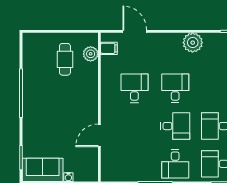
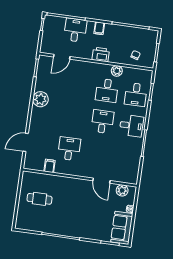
filing cabinet: (109, 48) -> (50, 166), moved
plant: (91, 54) -> (122, 190), moved
desk: (134, 88) -> (69, 149), turned 90
desk: (175, 88) -> (74, 118), removed

